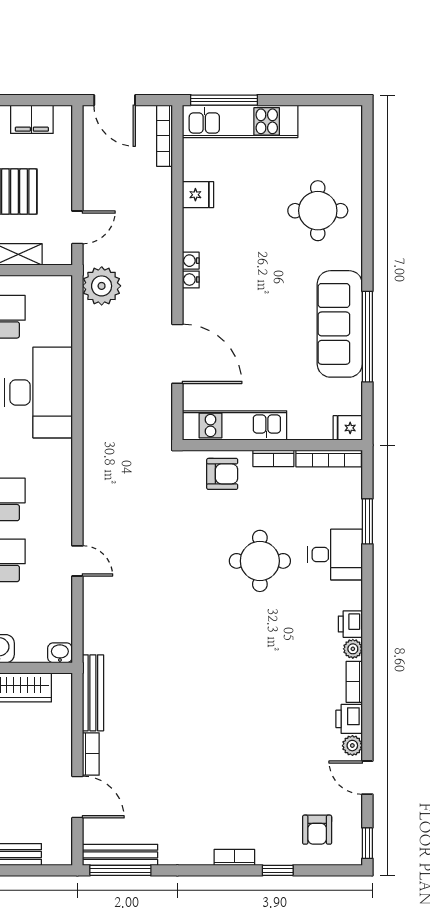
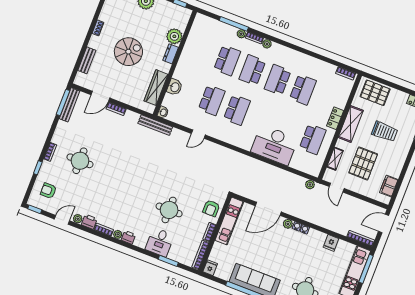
plant: (102, 286) -> (310, 185), width x0.53, depth x0.53
plant: (193, 301) -> (288, 224), added
bench: (93, 693) -> (155, 125), moved
round table: (229, 788) -> (80, 161), added

